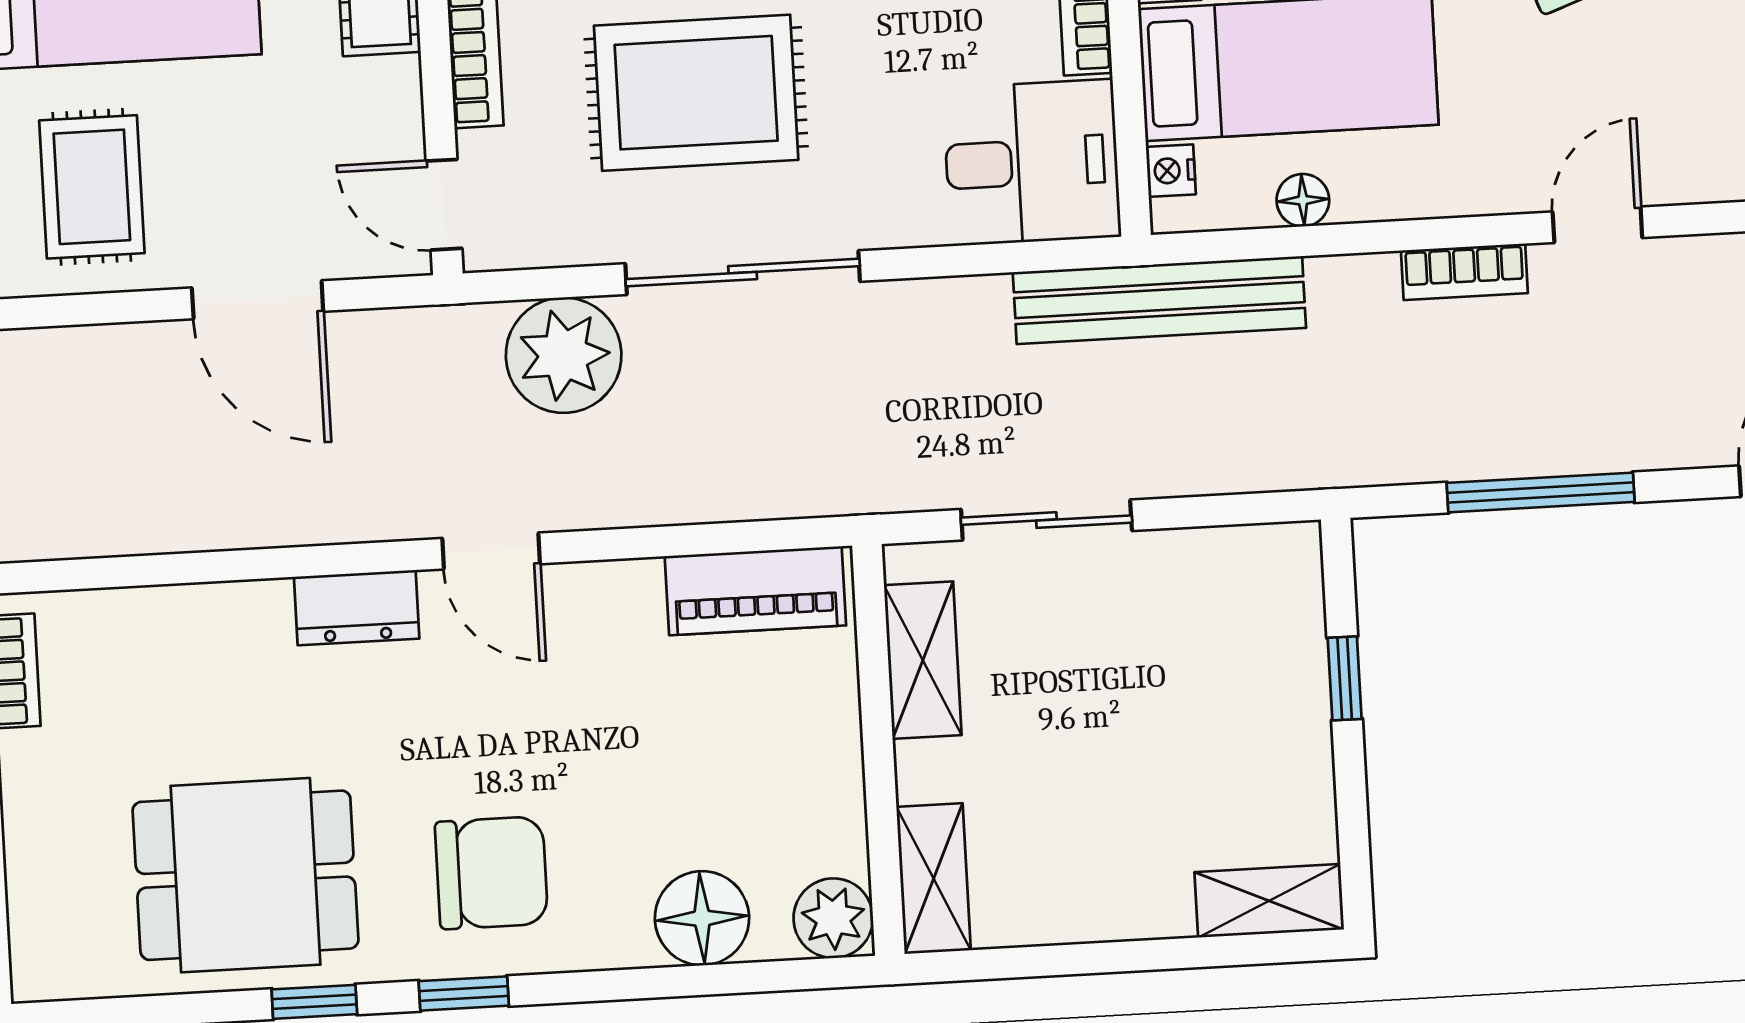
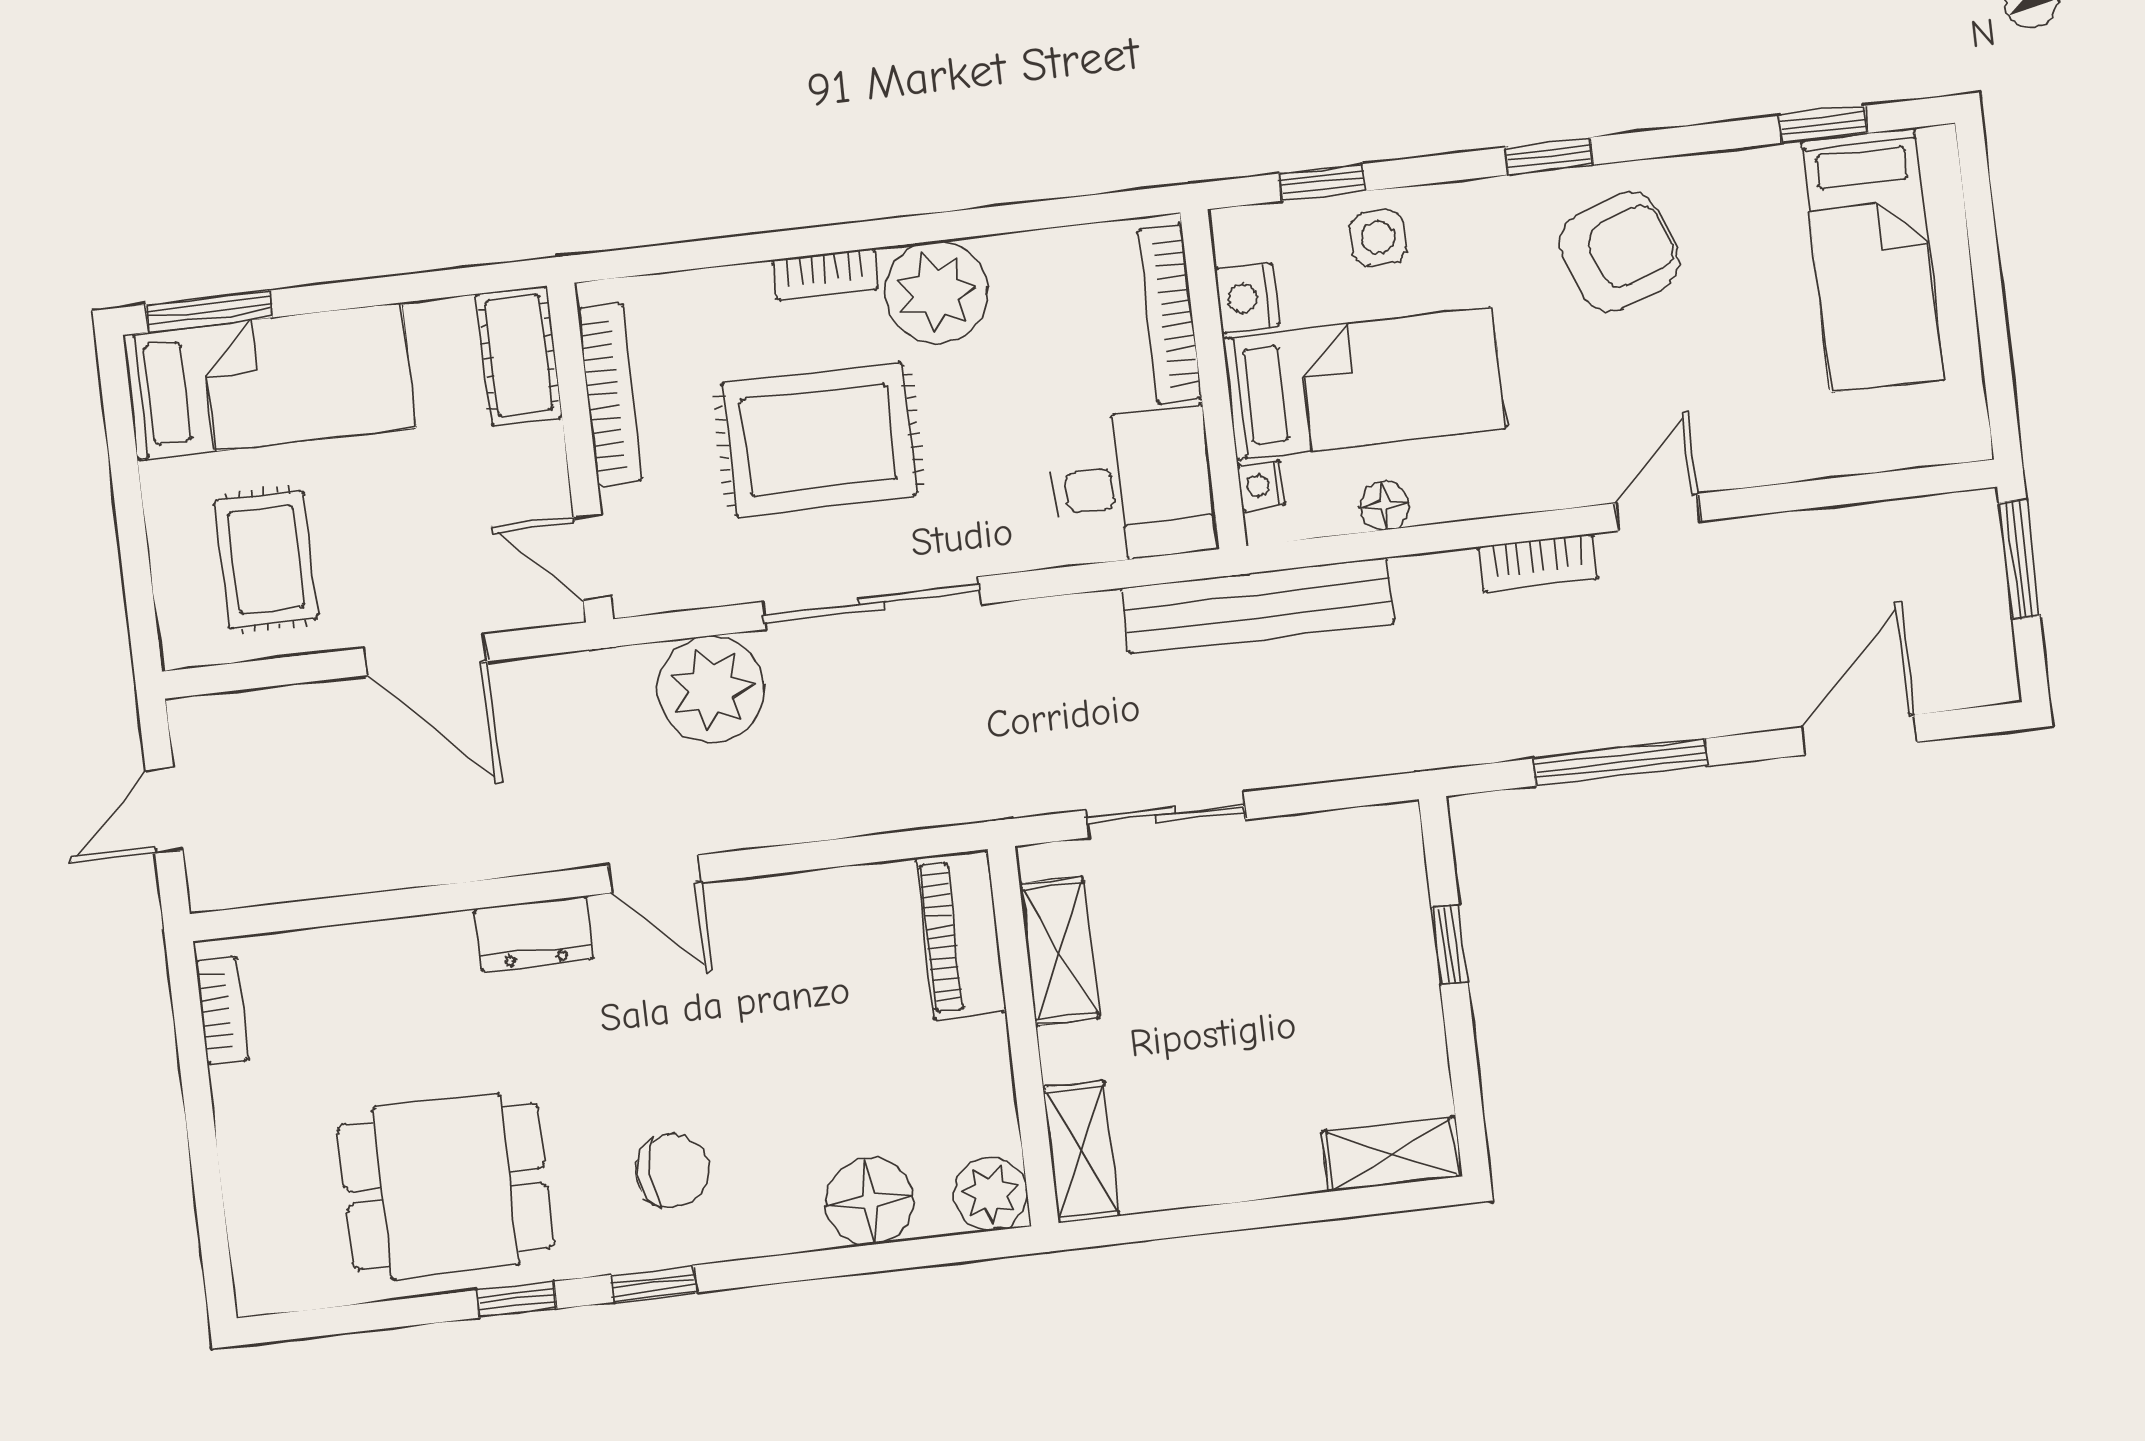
piano: (755, 591) -> (961, 935), moved, turned 90
chair: (491, 873) -> (673, 1171), width x0.73, depth x0.73

